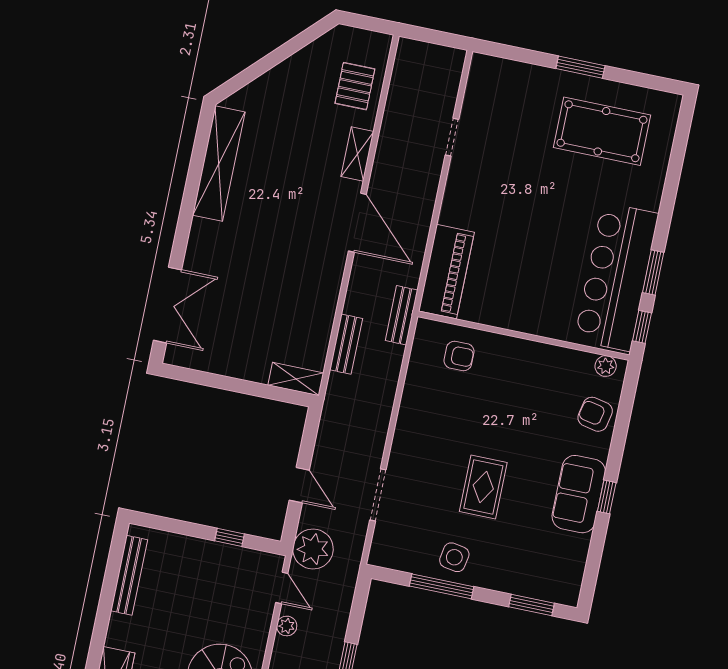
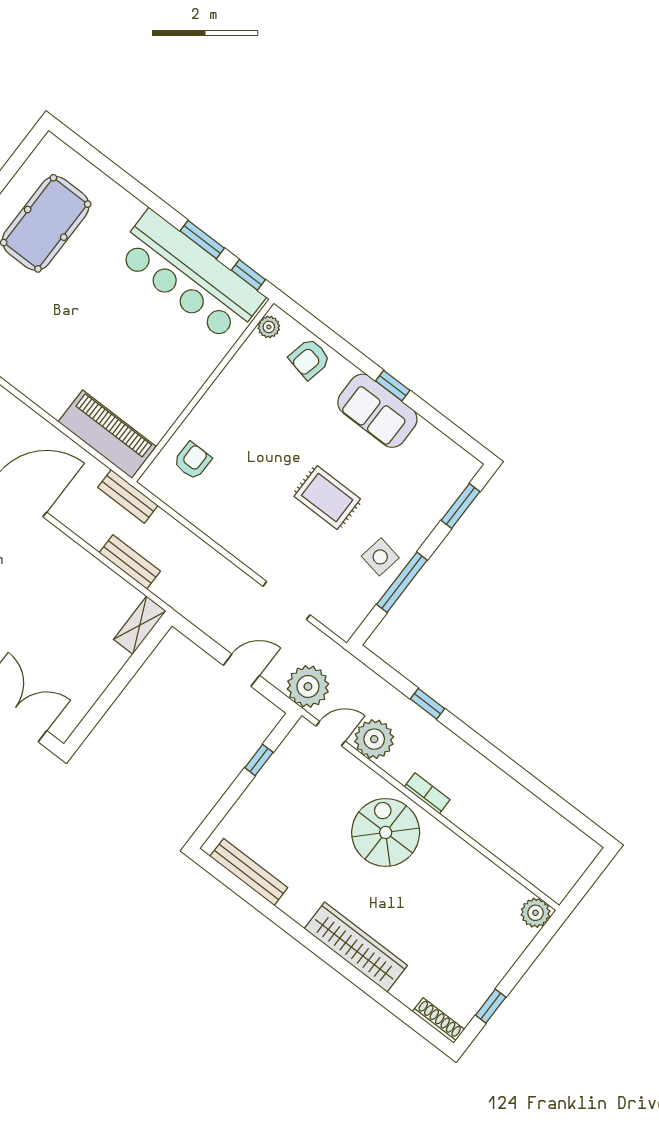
plant: (287, 626) -> (374, 739), width x1.88, depth x1.88

